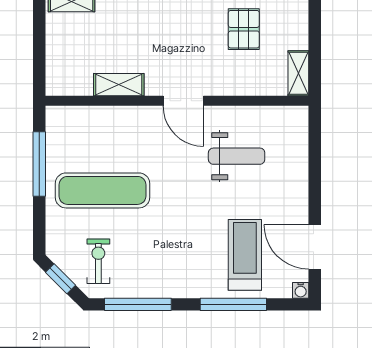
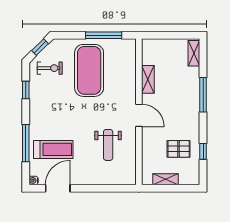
shelving: (298, 73) -> (165, 179), moved
door: (183, 101) -> (139, 115), swing flipped
exercise mat: (102, 190) -> (89, 70), width x1.47
window: (138, 304) -> (26, 90), width x0.46

